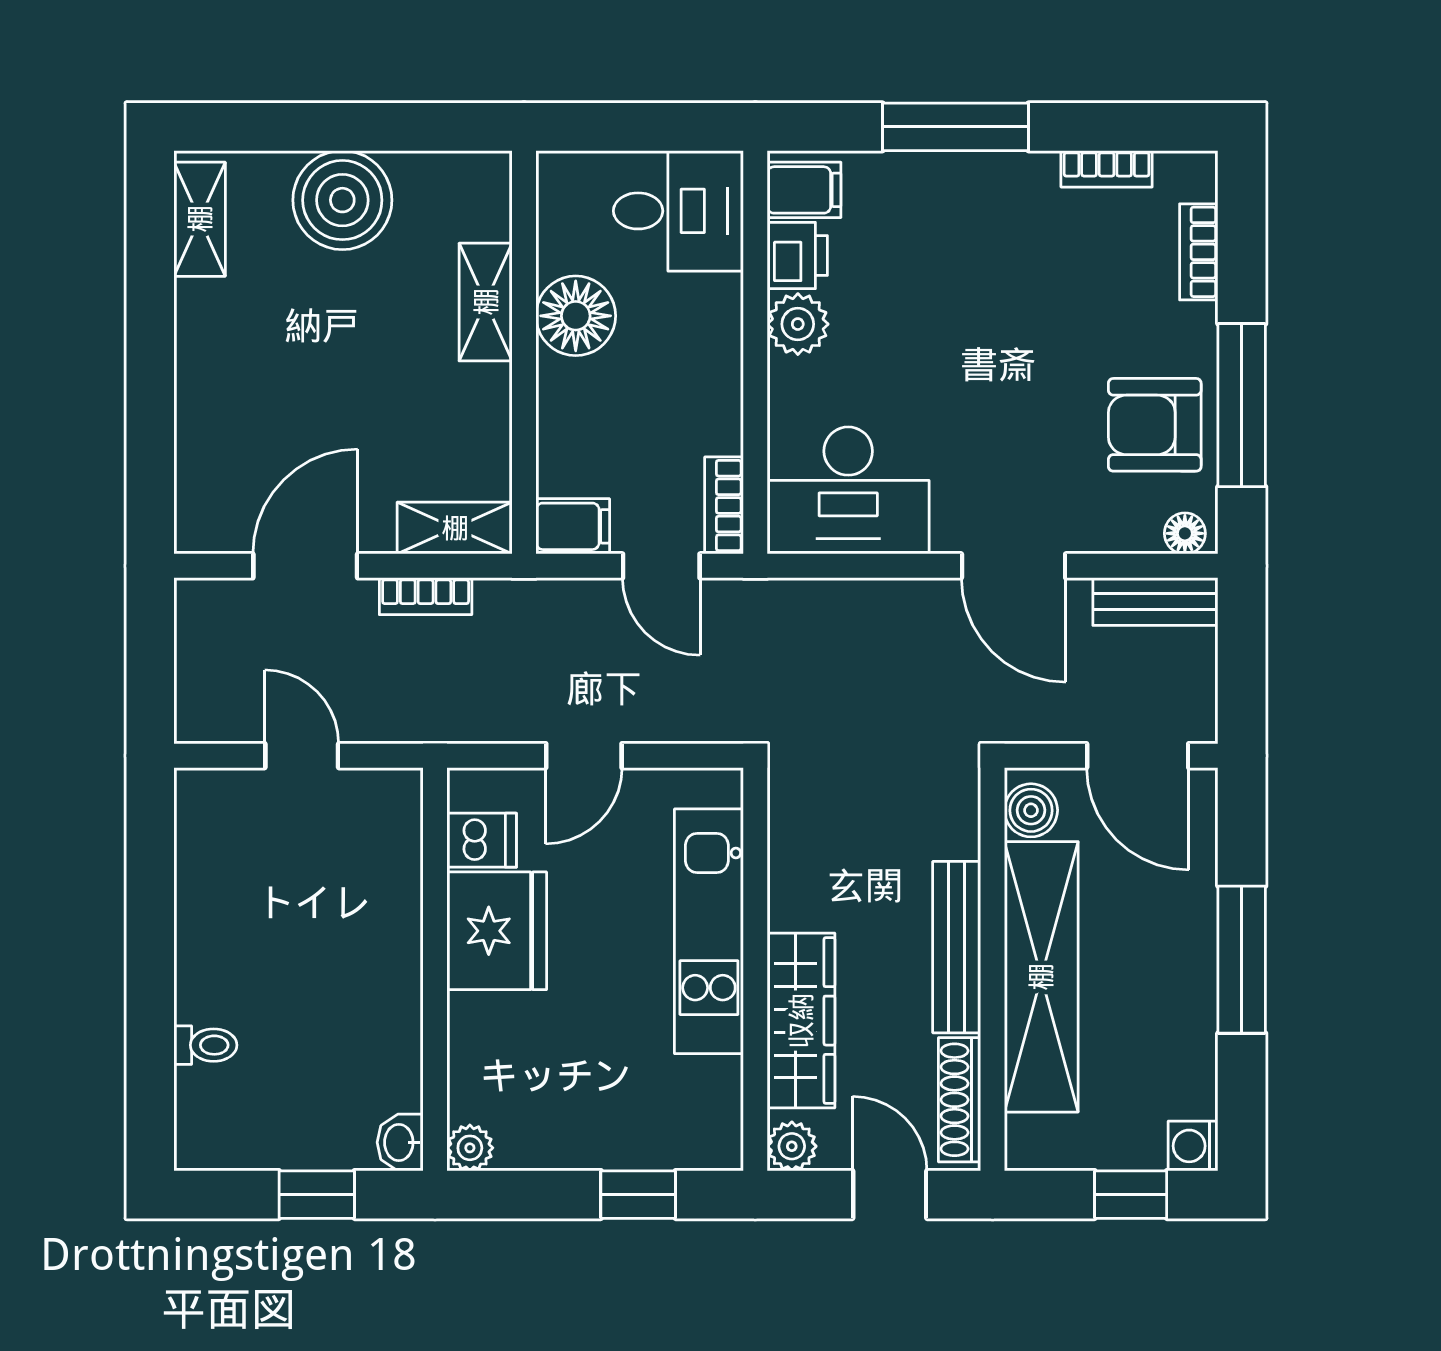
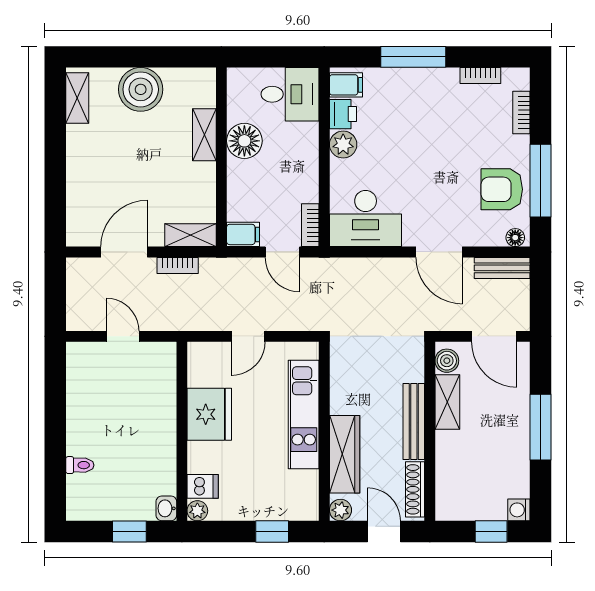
dishwasher: (482, 840) -> (203, 486), moved
shelving: (1041, 977) -> (447, 402), width x0.45, depth x0.75

